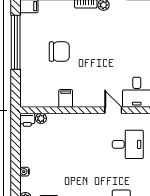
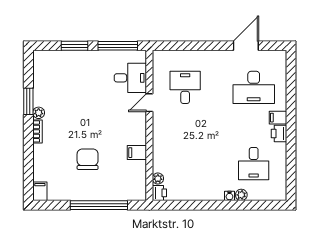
window: (16, 42) -> (99, 205), moved
water cooler: (24, 172) -> (229, 196), moved

